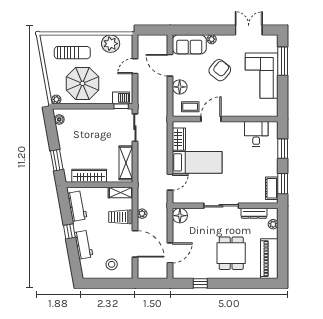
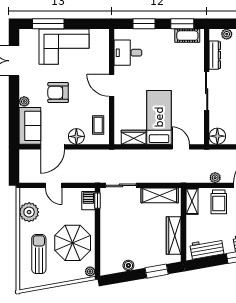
armchair: (220, 70) -> (58, 93), turned -39
boiler: (59, 119) -> (128, 265), moved
door: (211, 119) -> (112, 85), moved

